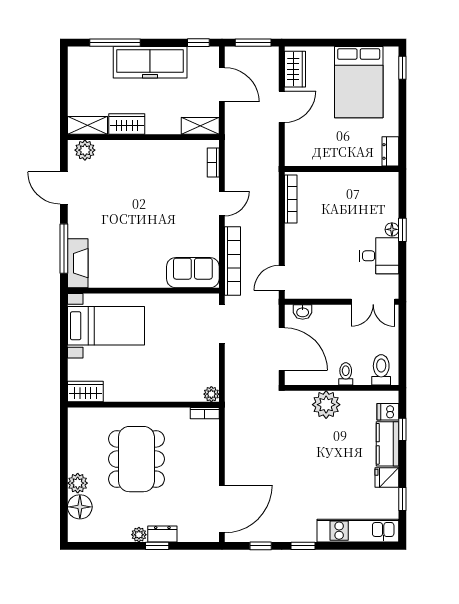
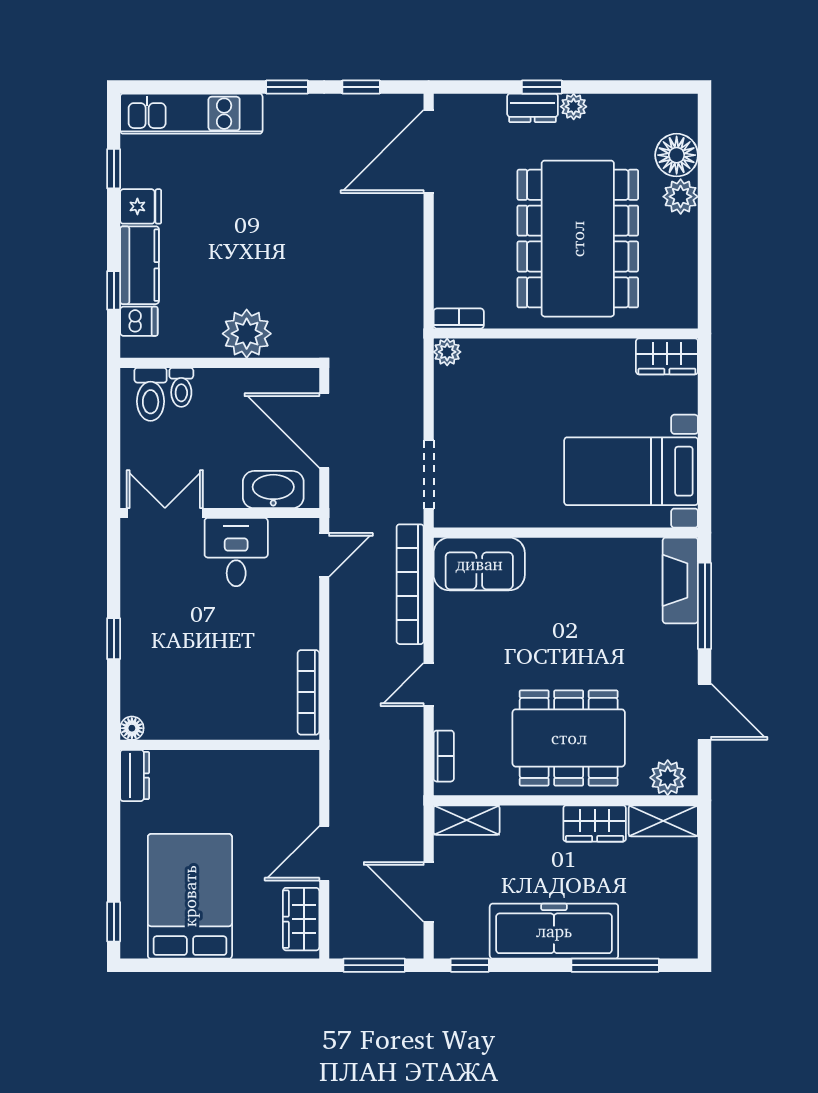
dining table: (142, 173) -> (569, 738), added
floor lamp: (392, 229) -> (132, 728), moved
desk: (379, 256) -> (236, 552), moved, turned 90
washbasin: (303, 312) -> (273, 490), width x1.91, depth x1.45
toilet: (346, 374) -> (181, 387), moved
dining table: (136, 459) -> (578, 239), width x1.36, depth x1.24

